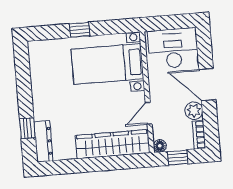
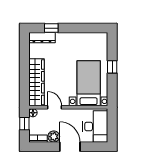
door: (207, 85) -> (70, 147), hinge flipped

